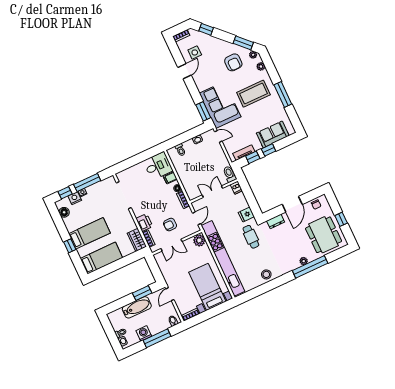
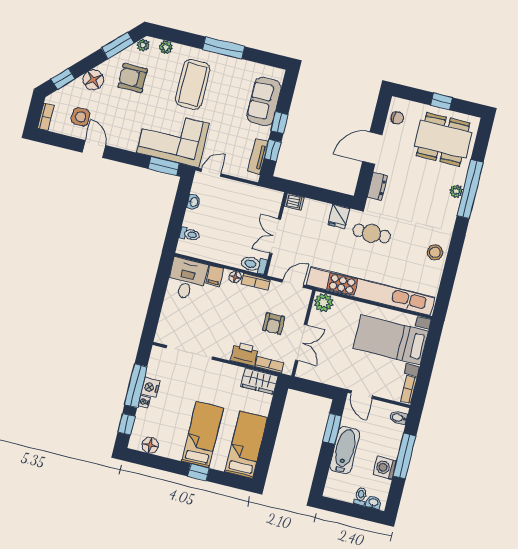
floor lamp: (217, 44) -> (93, 80), added
armchair: (233, 62) -> (133, 78), turned 180
toilet: (230, 174) -> (254, 264), moved
nightstand: (75, 198) -> (150, 387), moved
door: (292, 204) -> (372, 148), swing flipped
door: (197, 218) -> (293, 284), hinge flipped

